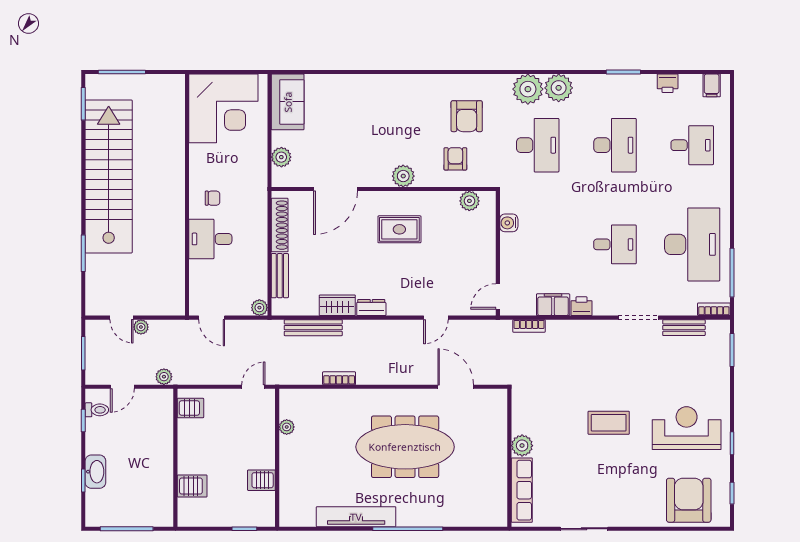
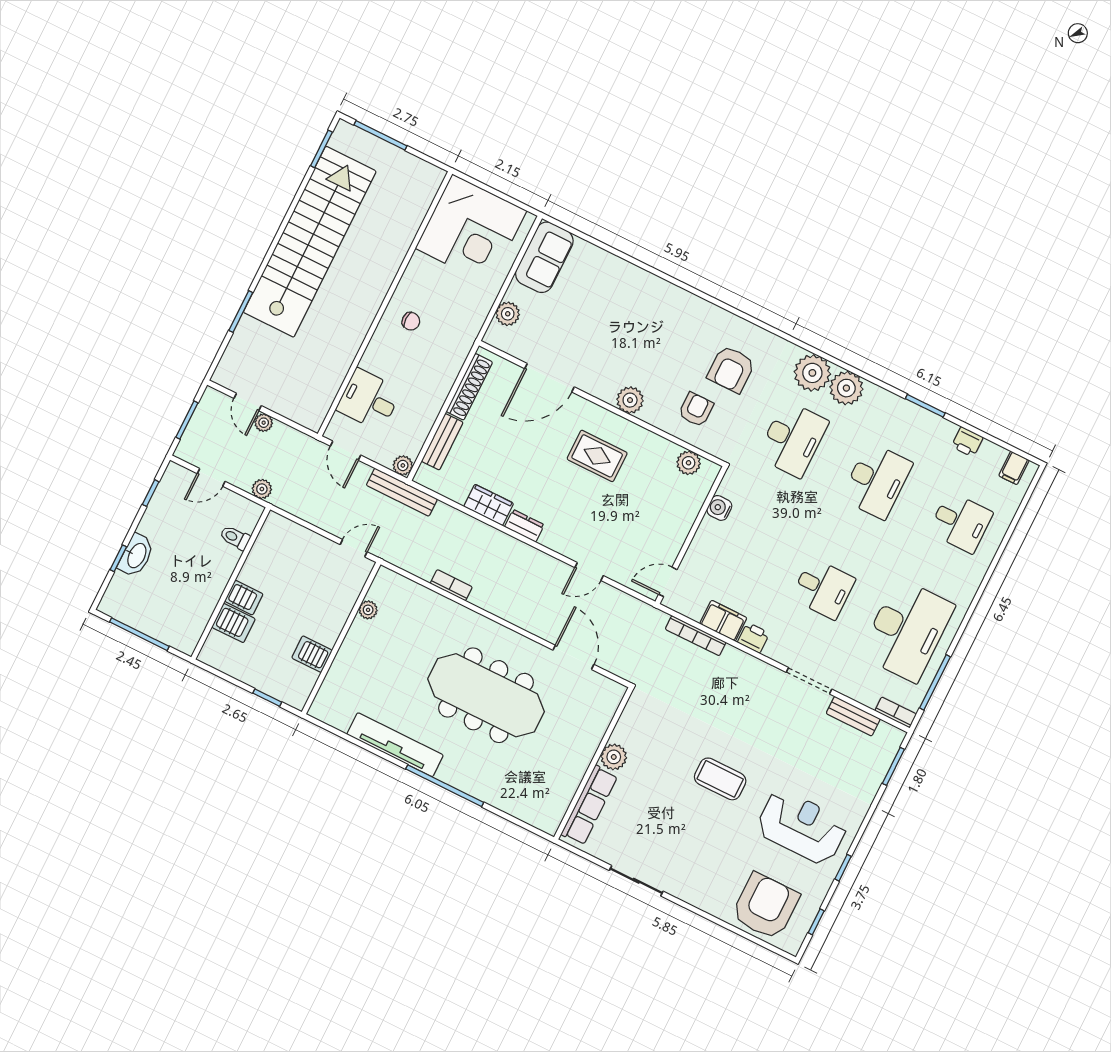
desk: (210, 239) -> (369, 400), moved
bookcase: (529, 326) -> (696, 636), width x1.56
bench: (313, 328) -> (402, 492), moved
server rack: (190, 408) -> (244, 598), moved
toilet: (97, 410) -> (235, 538), moved, turned 180

